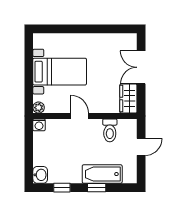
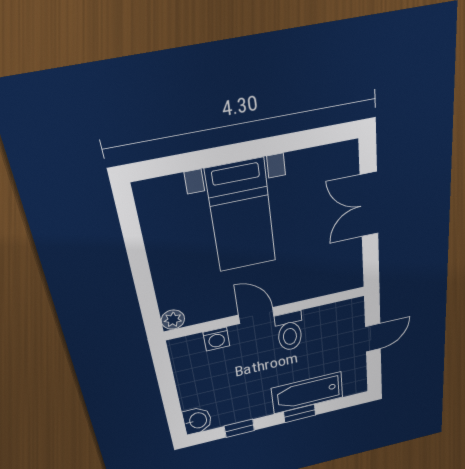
bed with nightstands: (60, 72) -> (241, 216), moved, turned 90
wardrobe: (128, 99) -> (347, 266), removed
washing machine: (39, 125) -> (216, 339), moved
toilet: (110, 130) -> (289, 331), moved

